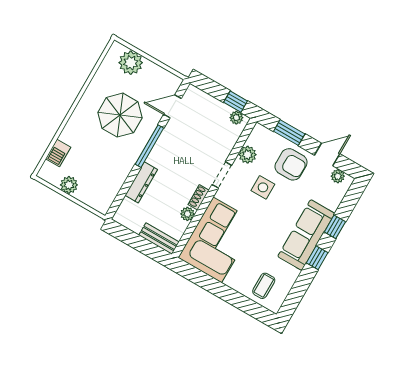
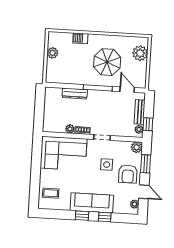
barbecue: (58, 153) -> (80, 38), moved
plant: (248, 155) -> (137, 147), moved
bench: (159, 239) -> (140, 112), moved

